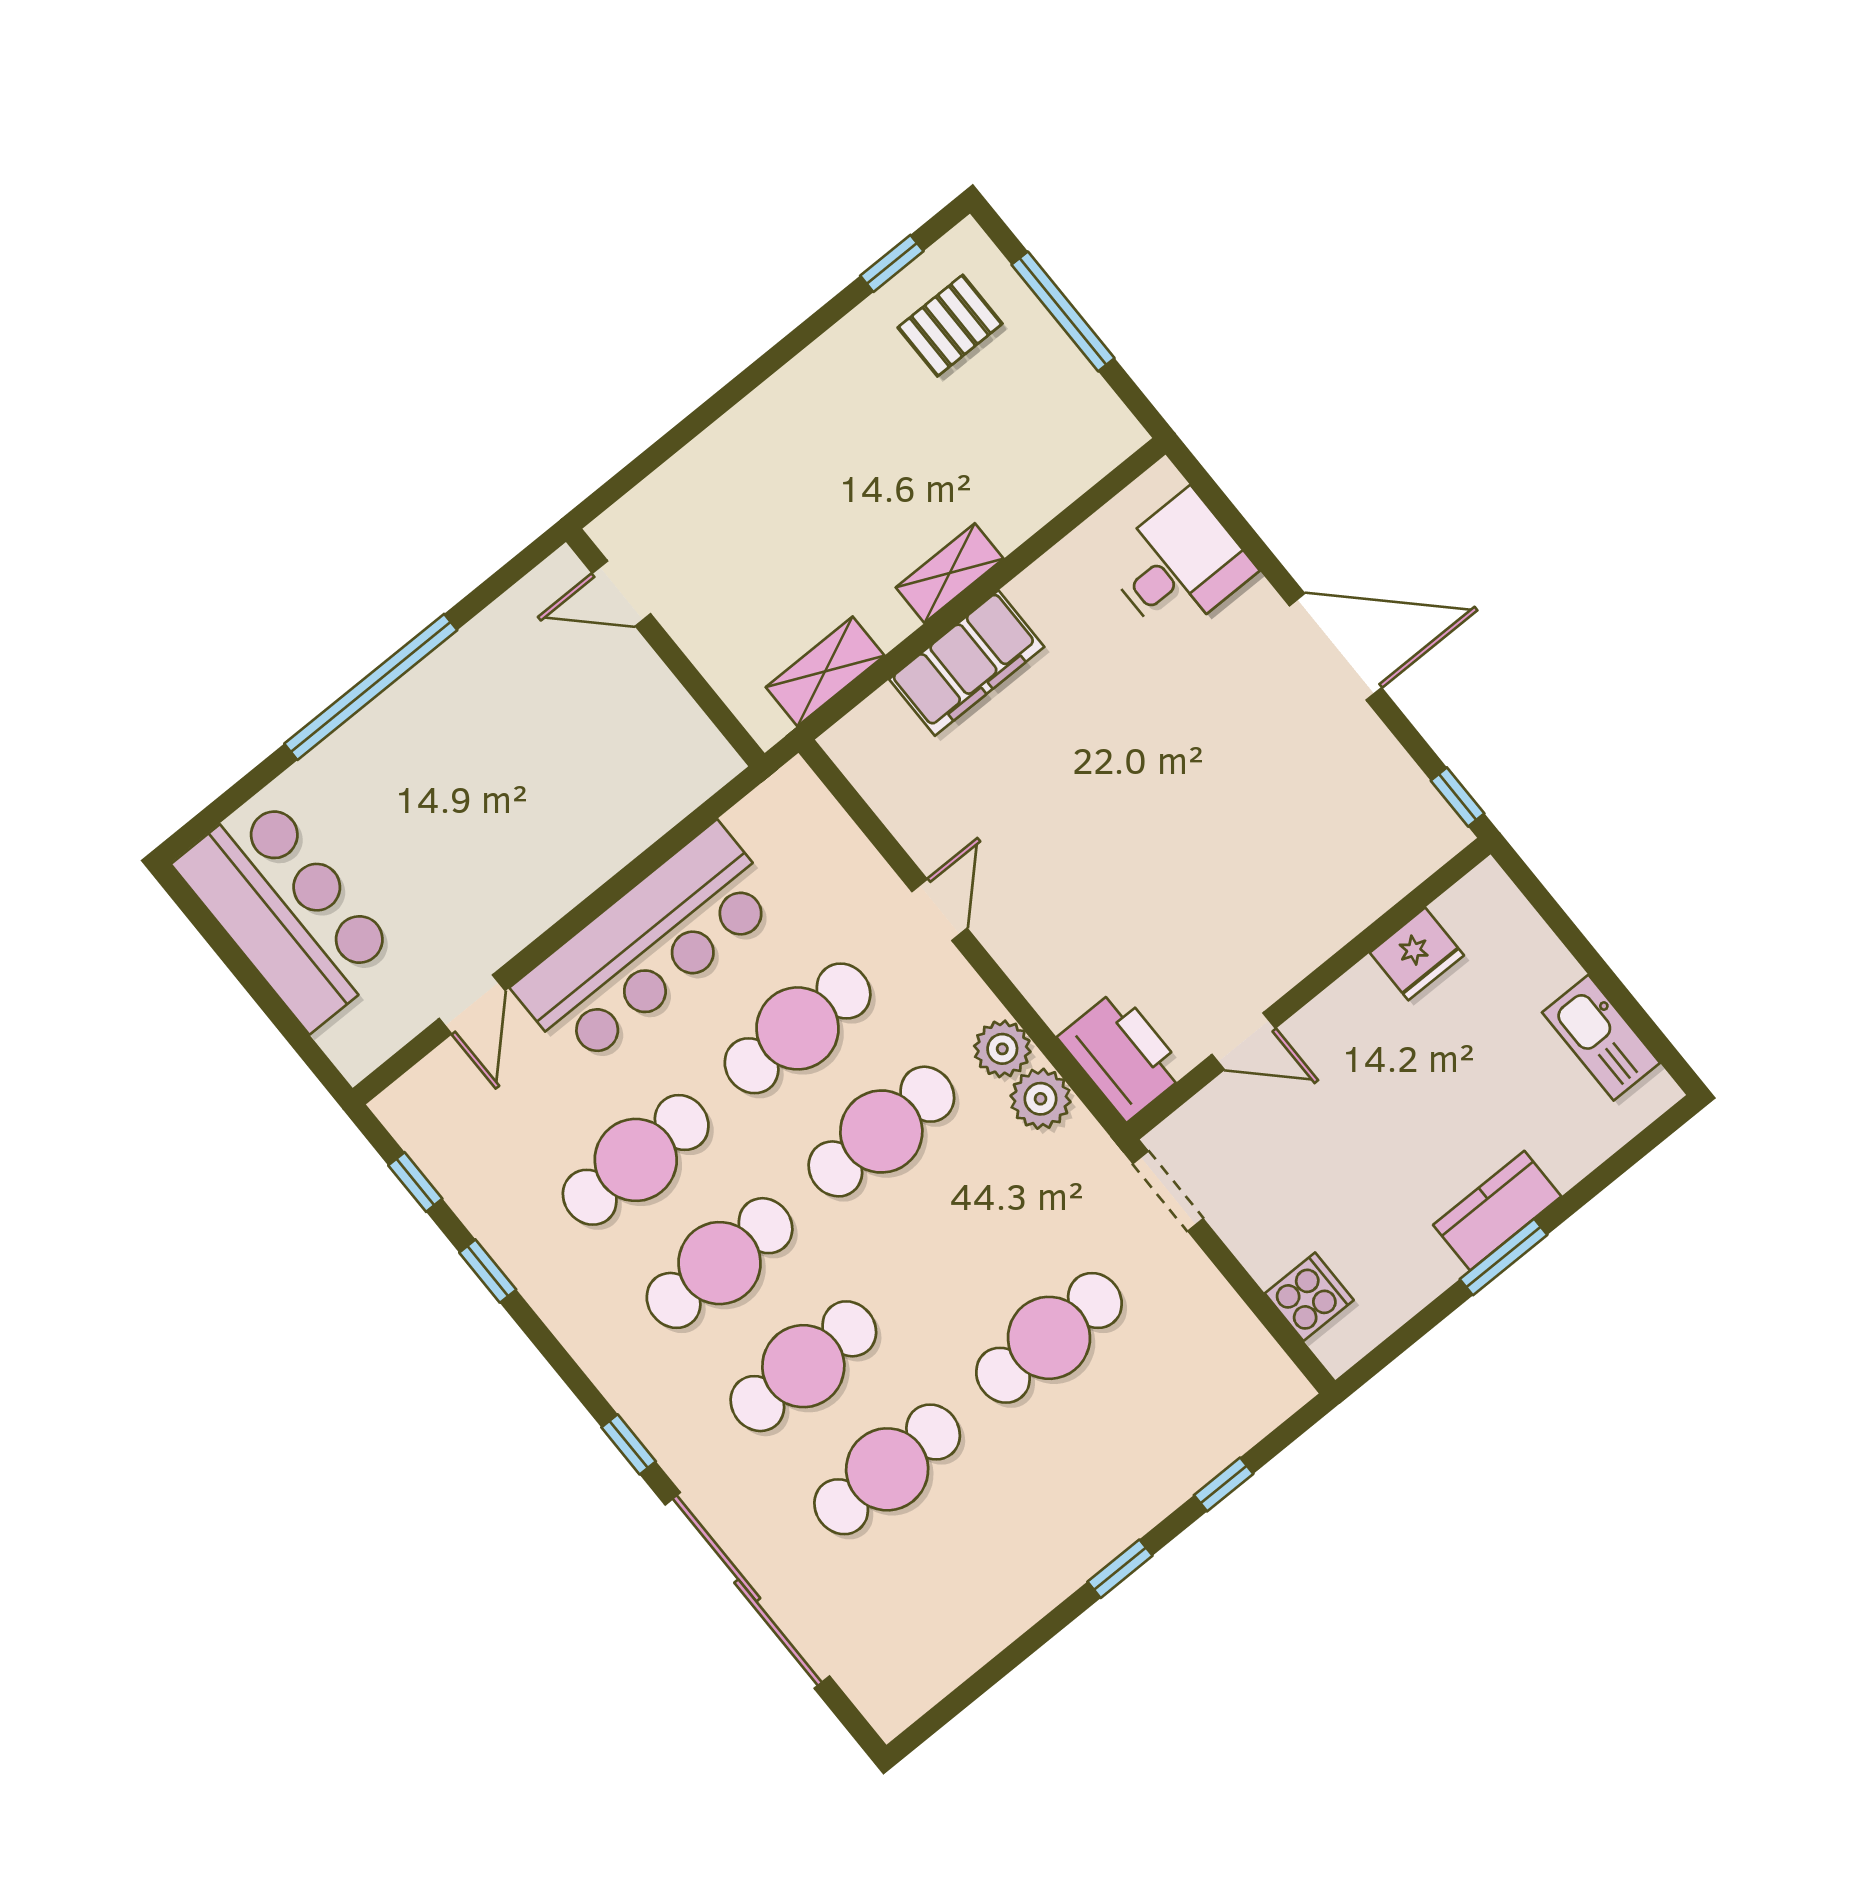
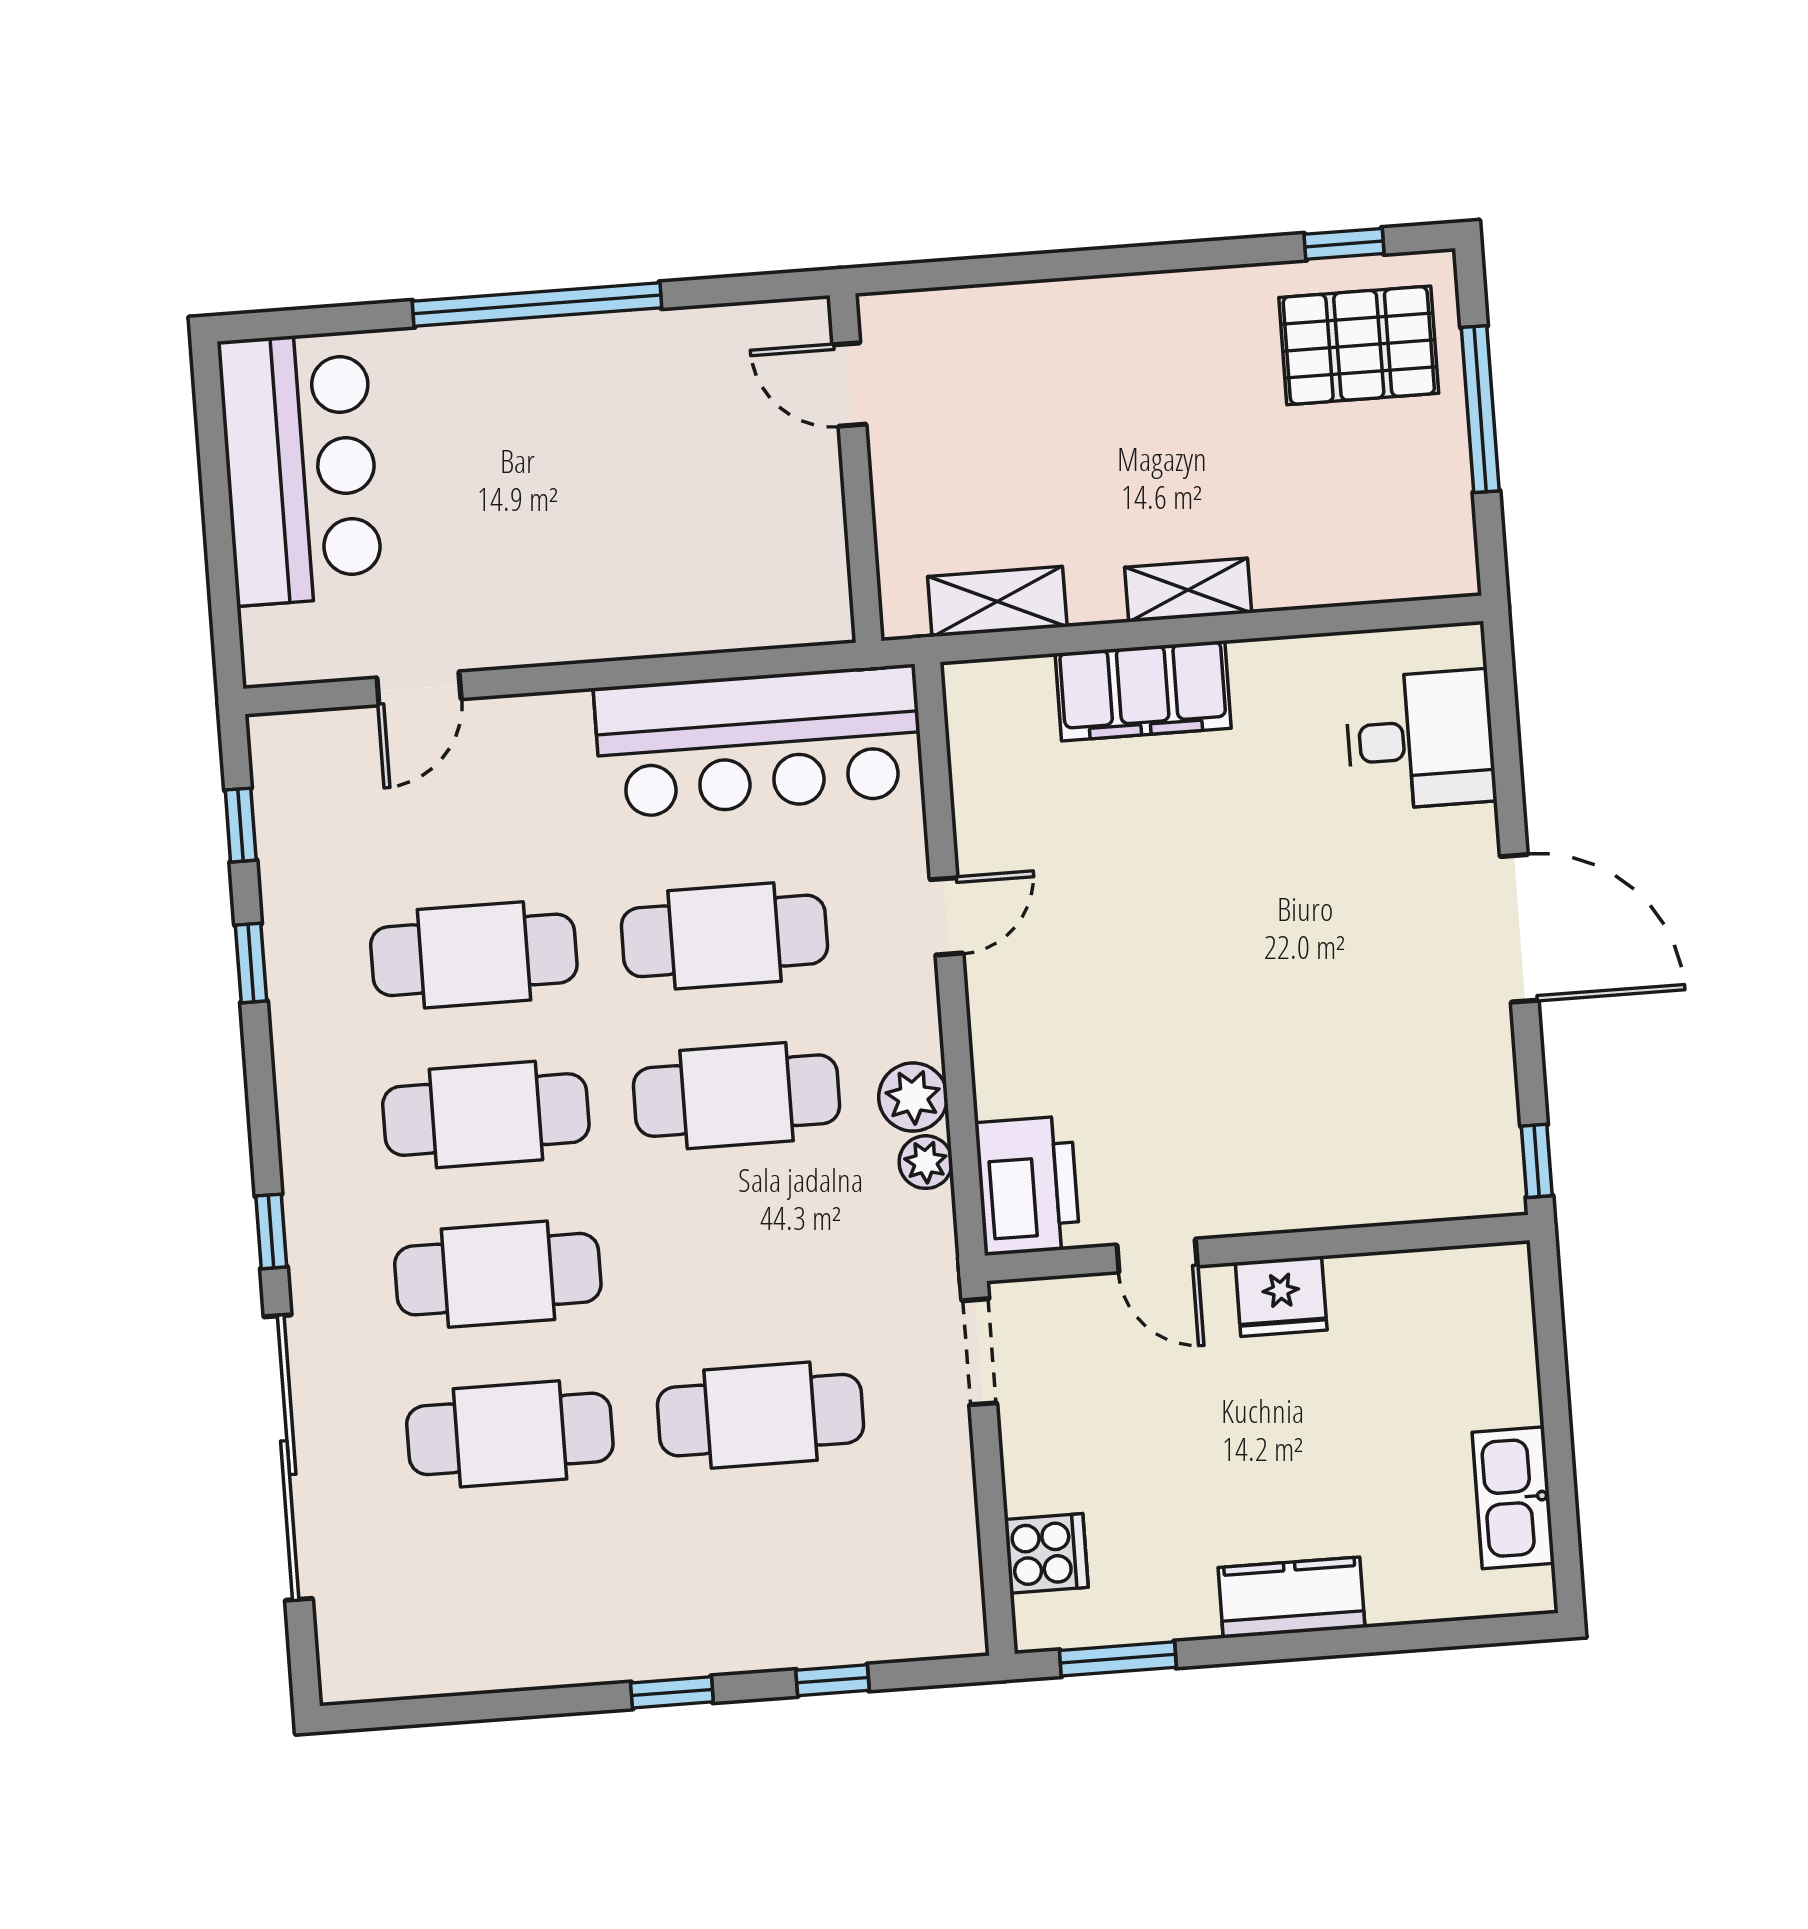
pallet: (950, 326) -> (1359, 345), width x1.50, depth x1.42
bar counter: (648, 946) -> (759, 741), moved
fridge: (1417, 954) -> (1281, 1296), moved
plant: (1041, 1099) -> (926, 1162), width x0.73, depth x0.73
window: (1504, 1257) -> (1118, 1659), moved

